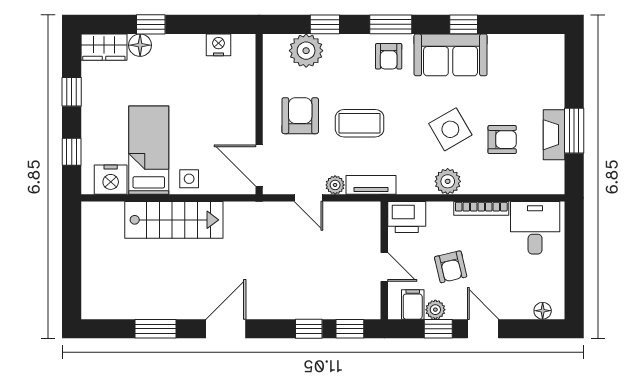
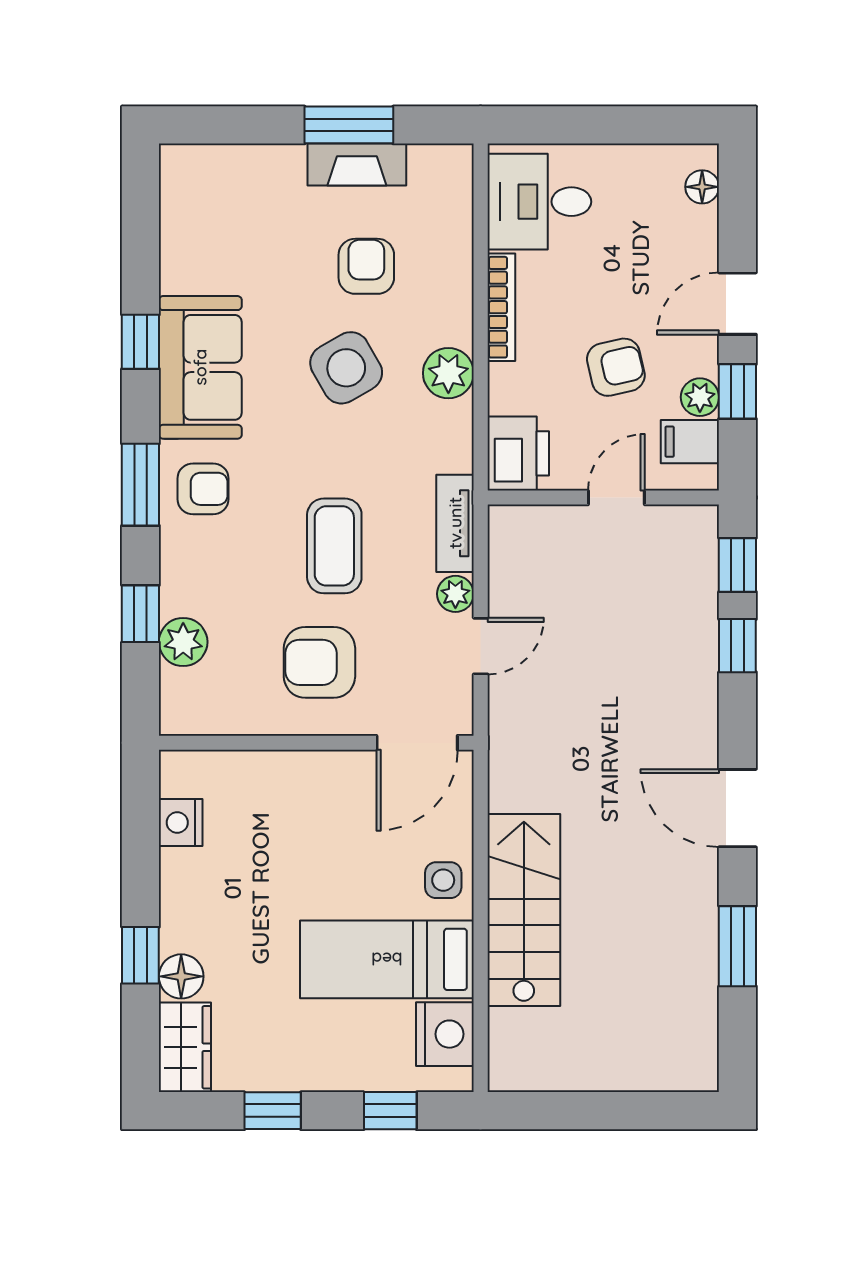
plant: (306, 51) -> (183, 642), width x0.73, depth x0.73

